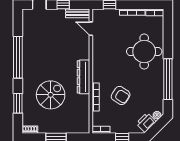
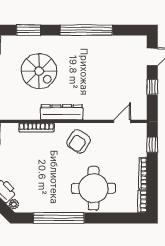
bench: (78, 13) -> (141, 105), removed
armchair: (121, 95) -> (78, 141), moved

